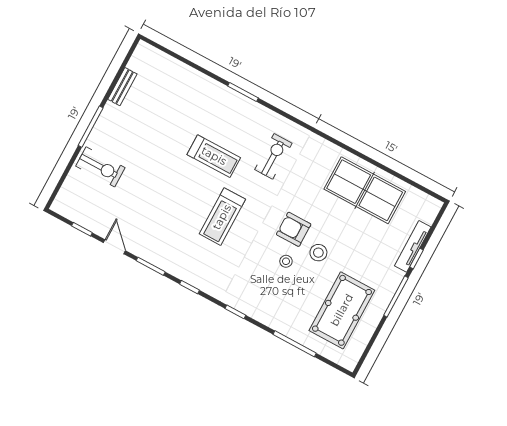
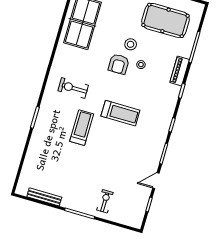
bench: (122, 87) -> (44, 197), width x1.36
exercise bike: (100, 167) -> (105, 201), width x0.73, depth x0.72
piano: (265, 315) -> (180, 71), added

